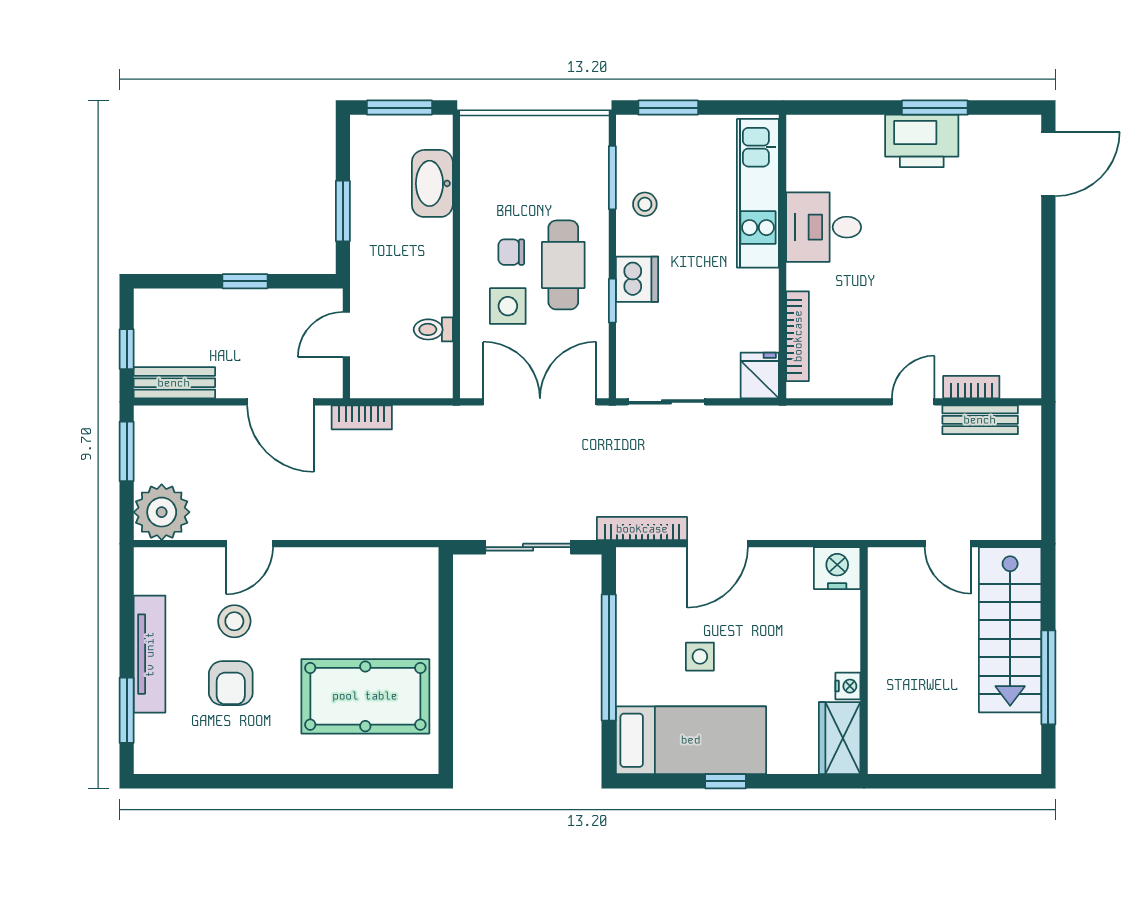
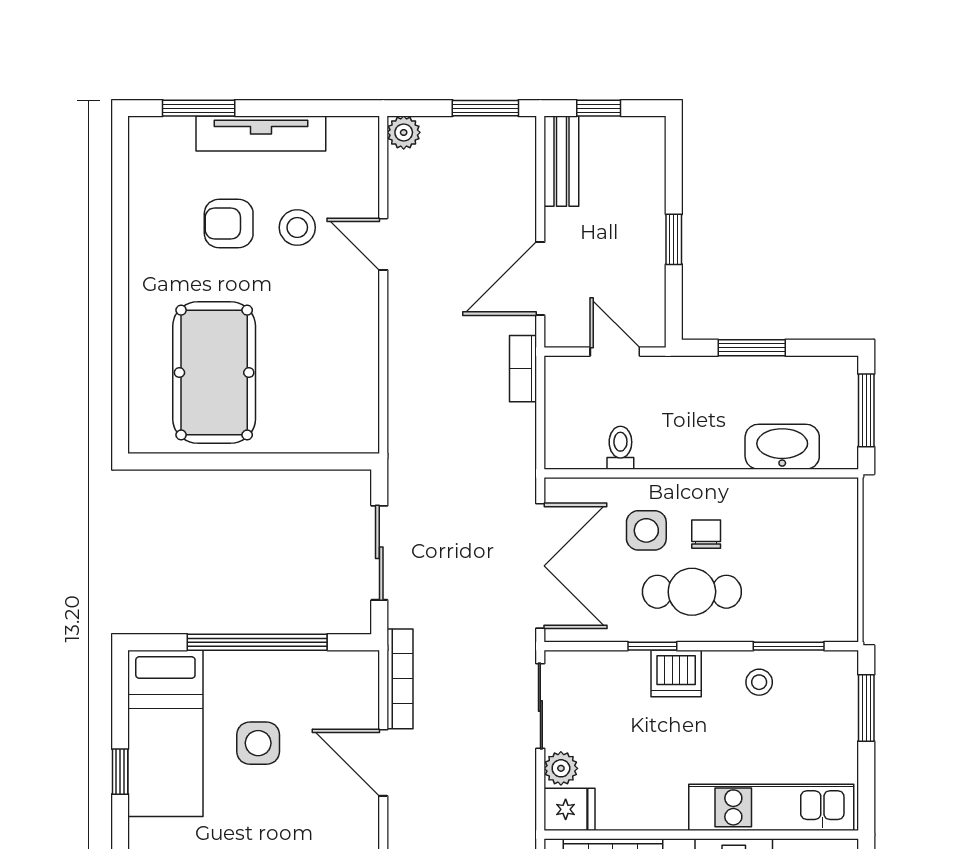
plant: (723, 383) -> (561, 768), added
plant: (162, 512) -> (404, 132), width x0.53, depth x0.53
side table: (700, 657) -> (258, 743), width x1.37, depth x1.37

